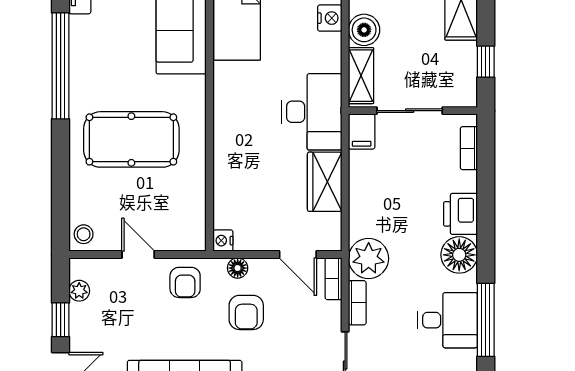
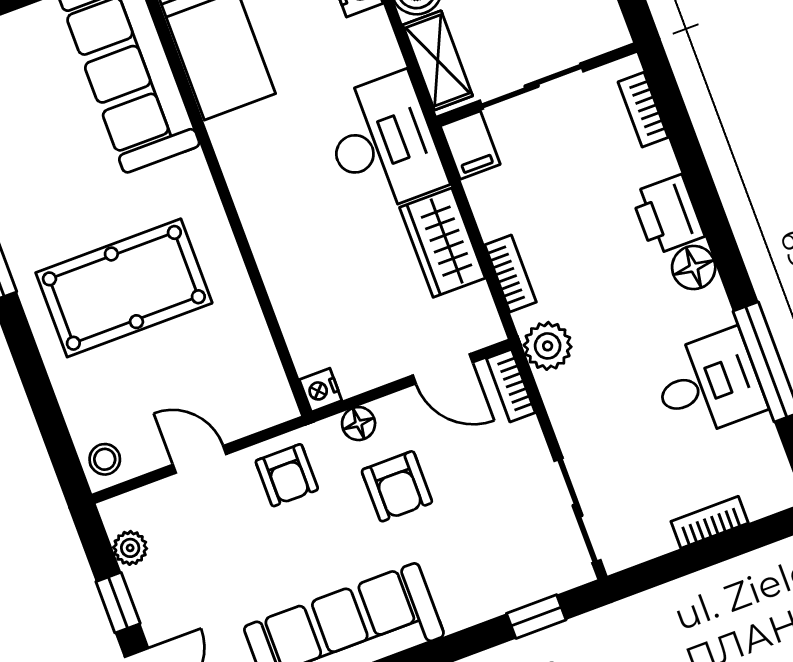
floor lamp: (459, 255) -> (694, 267), width x0.73, depth x0.73
plant: (369, 258) -> (548, 346), width x0.73, depth x0.73
bookcase: (357, 303) -> (510, 274), moved

